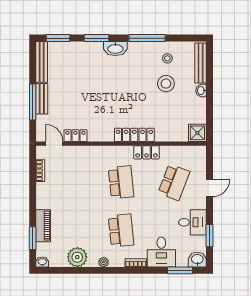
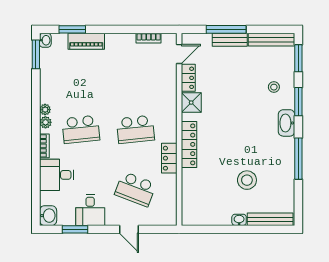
stool: (167, 58) -> (274, 87), moved
shower: (197, 133) -> (191, 103), moved
plant: (77, 257) -> (45, 122), moved, width x0.53, depth x0.53
window: (180, 270) -> (36, 54), moved

